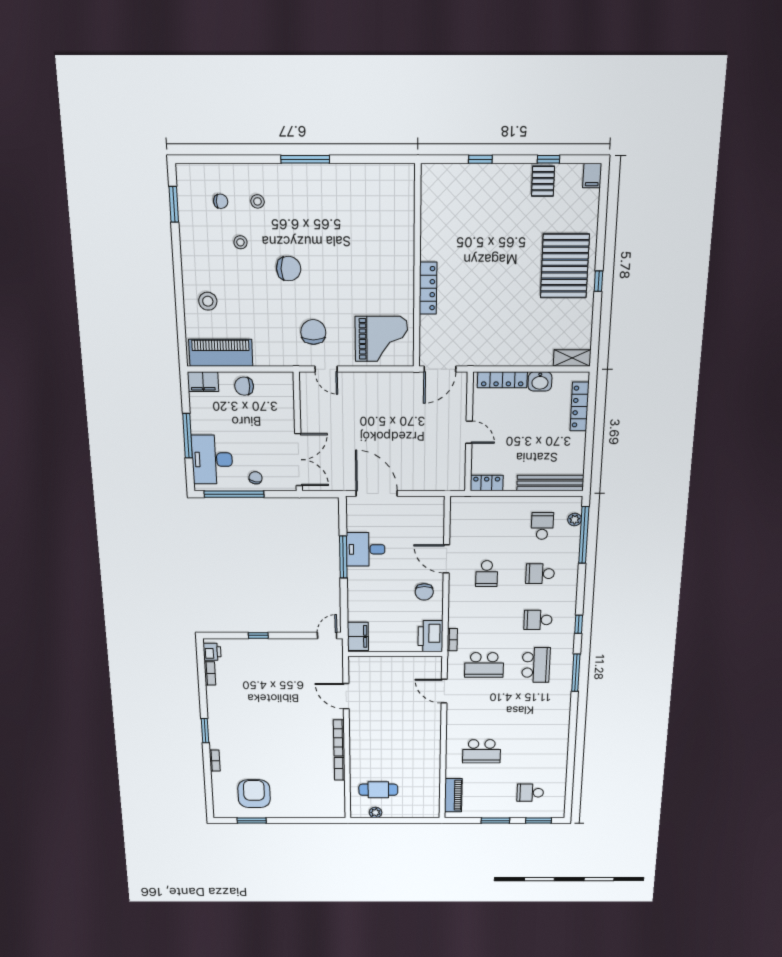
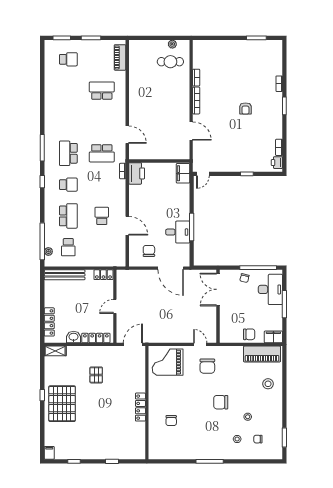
pallet: (543, 181) -> (96, 375), moved
chair: (375, 235) -> (171, 421), added
locker: (428, 288) -> (140, 407), moved
door: (469, 432) -> (115, 306), hinge flipped
school desk: (540, 574) -> (68, 216), width x1.85
chair: (424, 592) -> (149, 251), moved
school desk: (484, 665) -> (102, 153), turned 180
armchair: (254, 794) -> (245, 108), moved, width x0.53, depth x0.53

